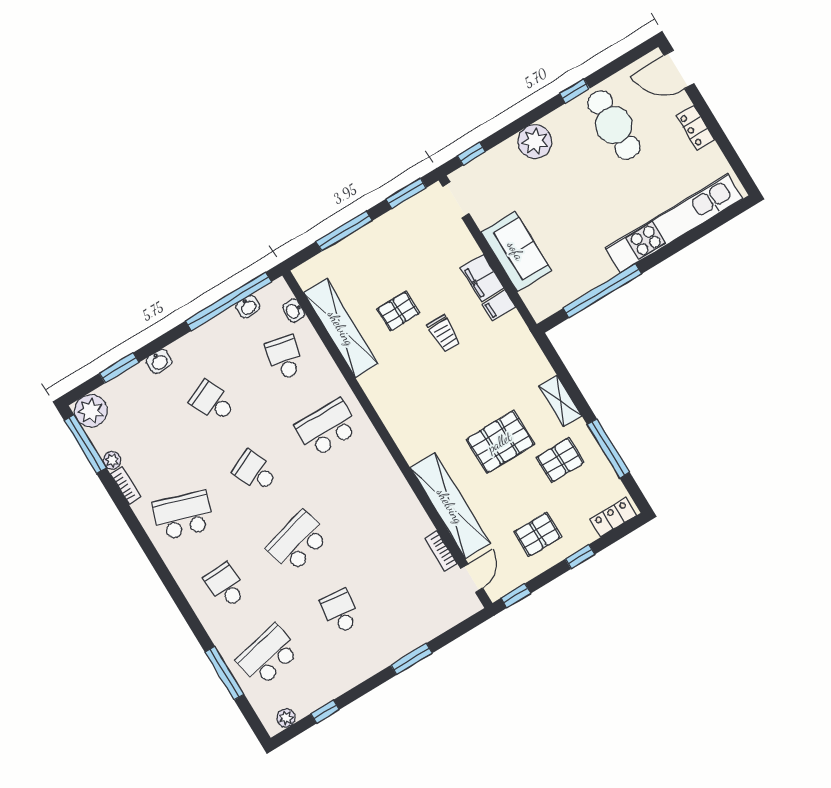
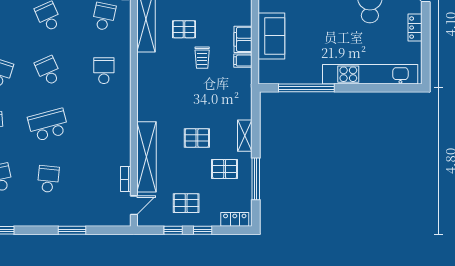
school desk: (327, 428) -> (104, 71), width x0.54
pallet: (500, 442) -> (197, 138), width x0.67, depth x0.71
window: (516, 596) -> (173, 230), moved

